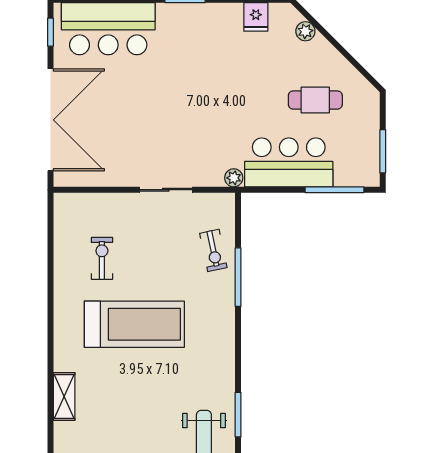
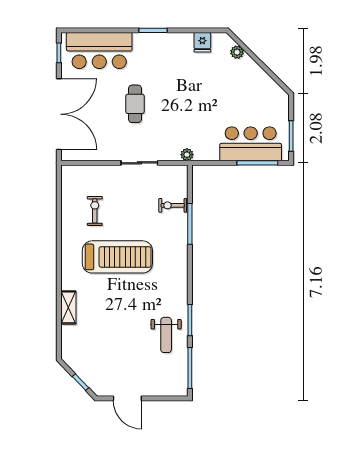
cafe table: (315, 100) -> (135, 104), moved, turned 90
bar counter: (289, 162) -> (251, 144), moved
exercise bike: (213, 250) -> (173, 205), turned 102

